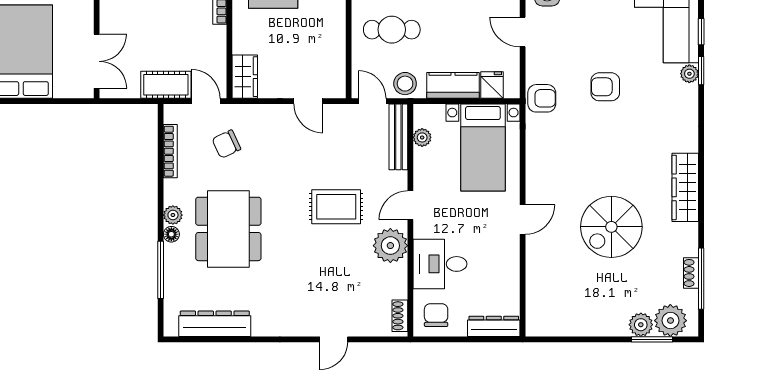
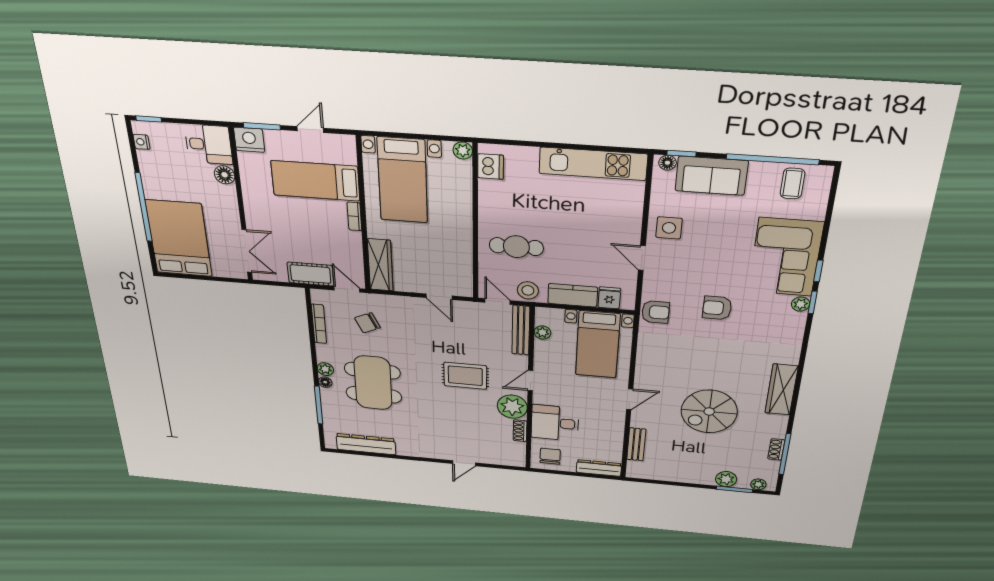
wardrobe: (245, 77) -> (380, 265), width x1.50
bench: (535, 285) -> (636, 444), added
shoe rack: (400, 316) -> (520, 431), moved
plant: (670, 321) -> (758, 484), width x0.53, depth x0.53

